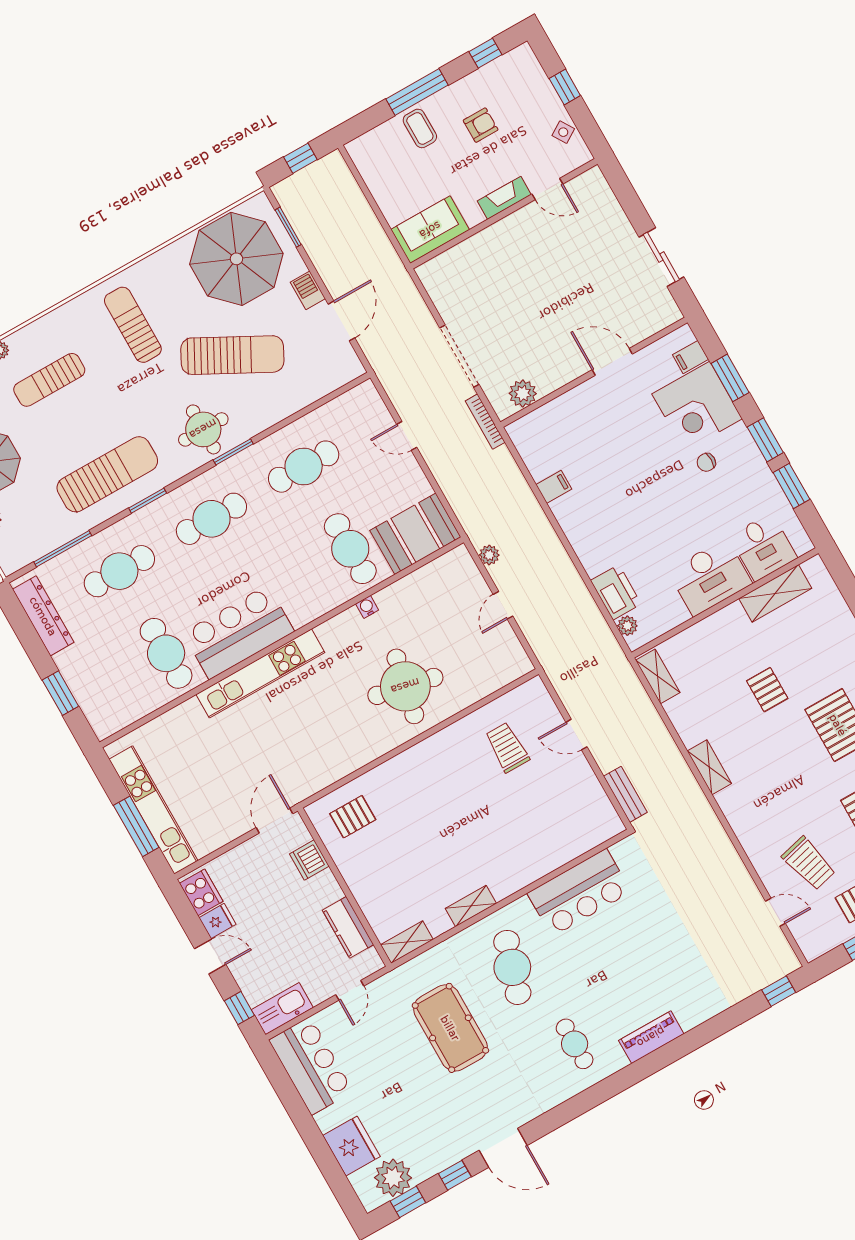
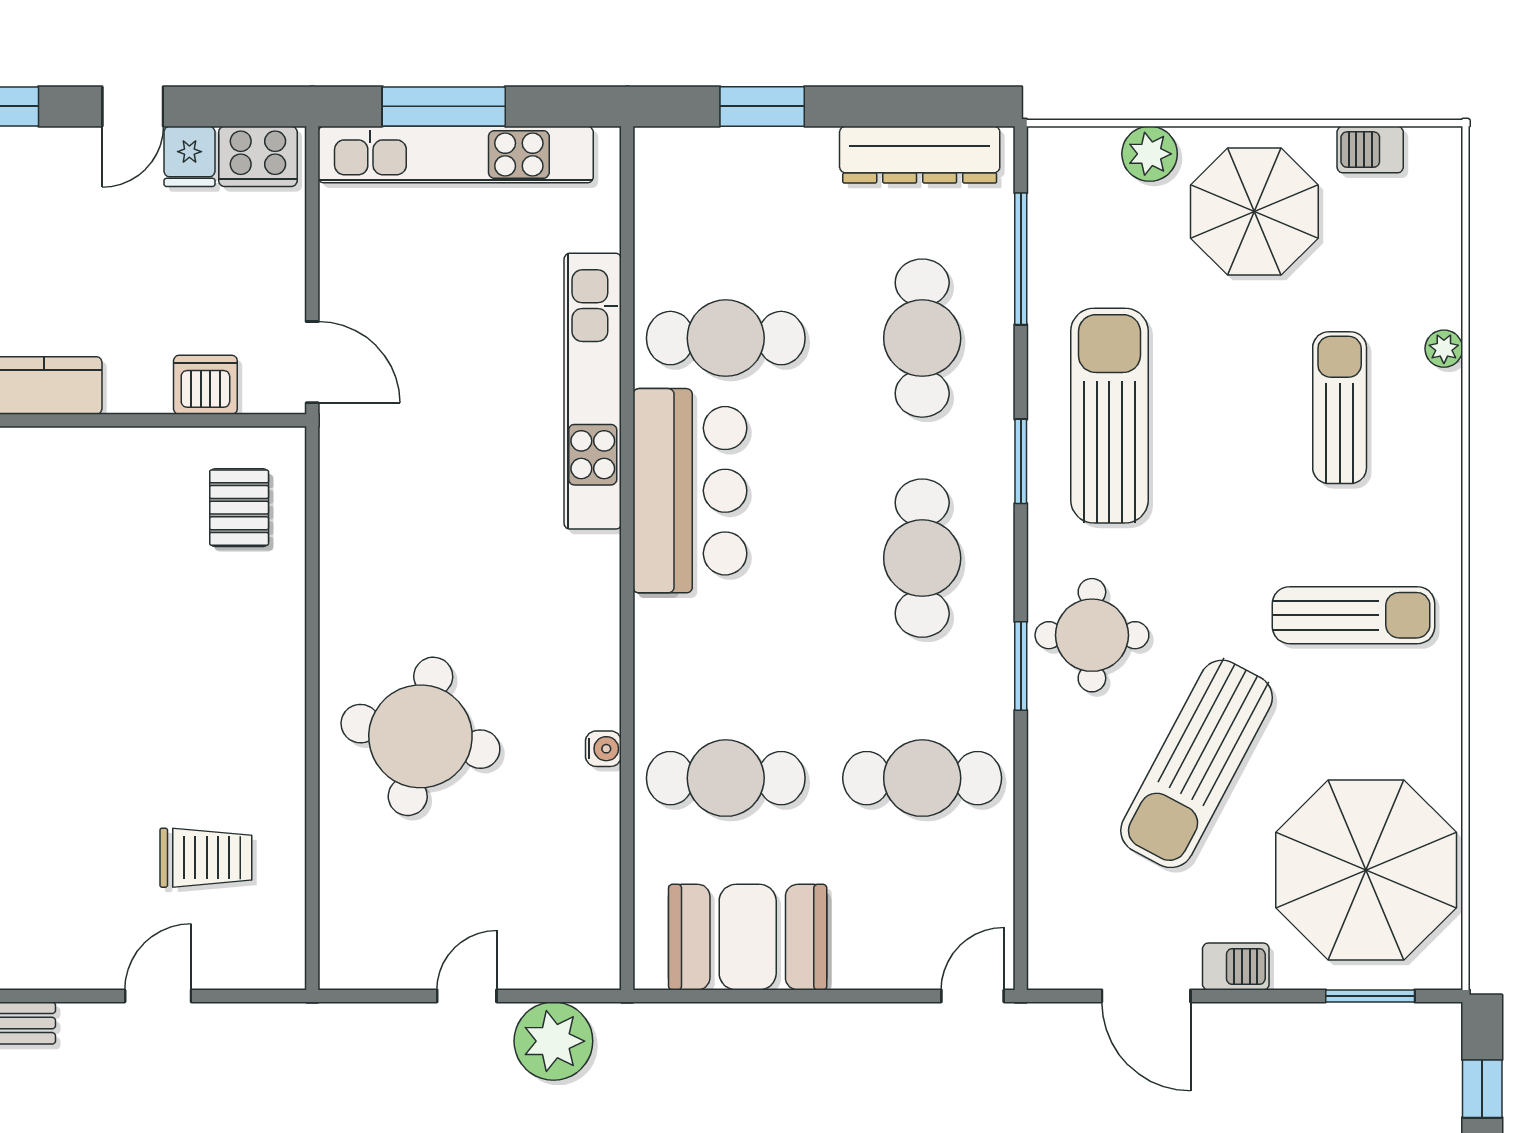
door: (407, 436) -> (973, 996), moved
cafe table: (304, 467) -> (922, 778), turned 90
sun lounger: (107, 474) -> (1109, 416), turned 180
booth: (415, 534) -> (748, 937), moved, turned 90
plant: (489, 555) -> (553, 1041), width x1.87, depth x1.87
door: (503, 605) -> (467, 996), hinge flipped
kitchen unit: (260, 673) -> (593, 391), moved

